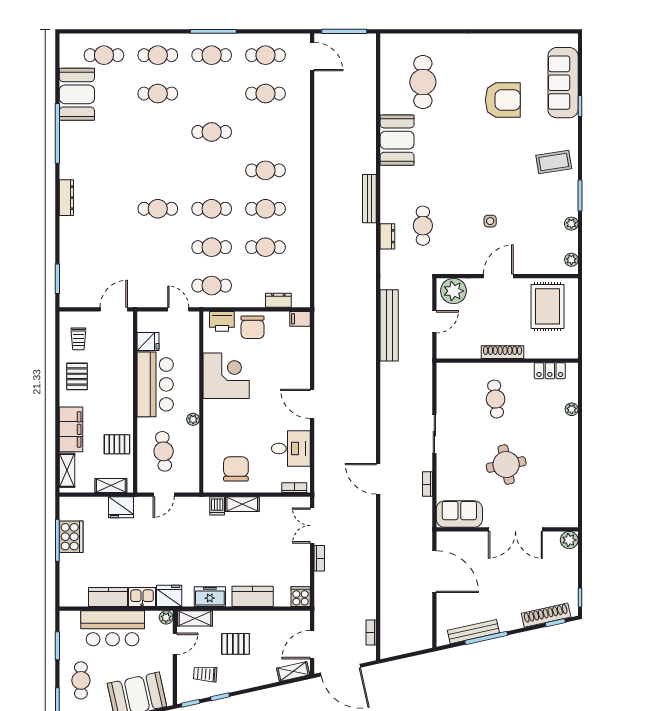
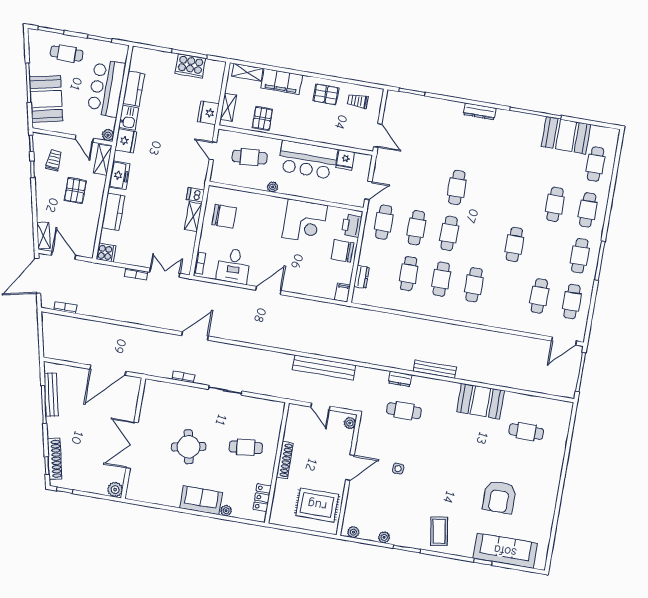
cafe table: (423, 82) -> (526, 432), width x0.73, depth x0.74
door: (498, 276) -> (350, 467), hinge flipped
plant: (454, 291) -> (350, 423), width x0.53, depth x0.53
sofa: (459, 514) -> (201, 500), moved, turned -90

